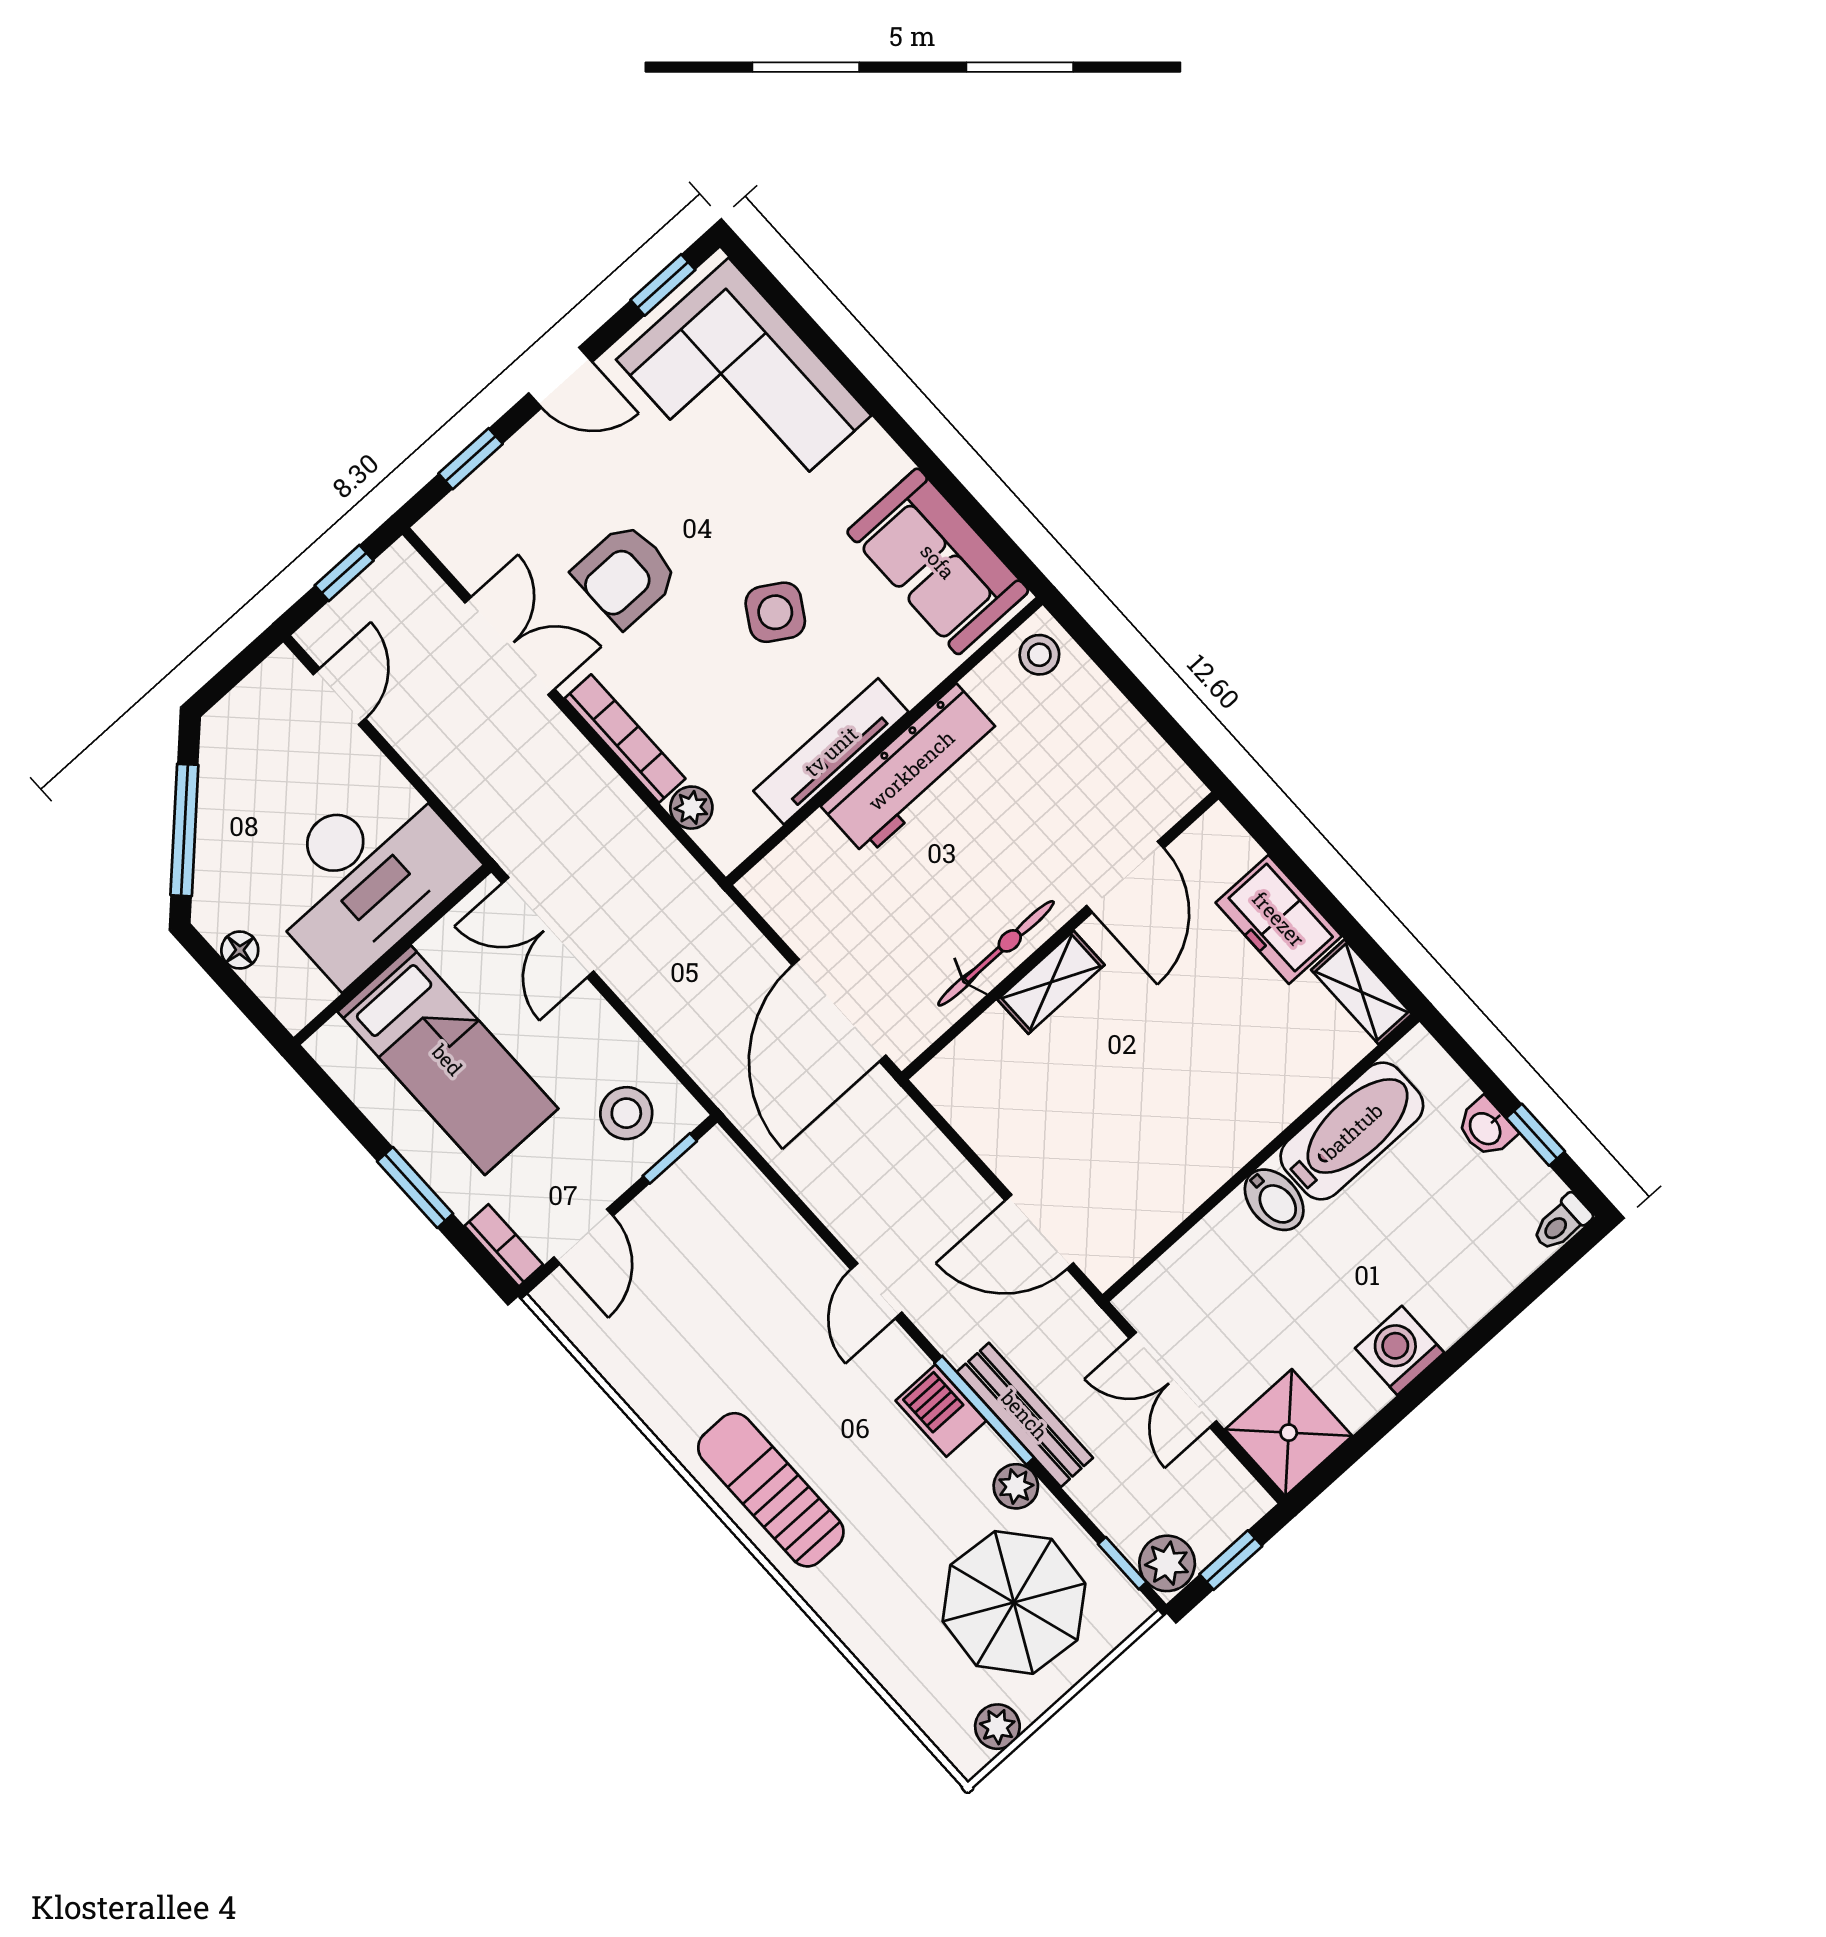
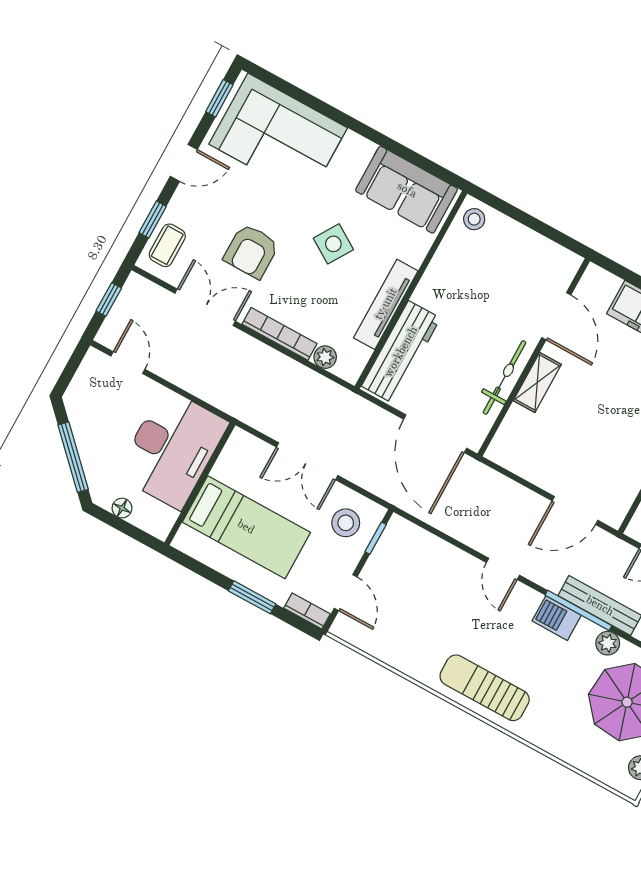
coffee table: (481, 513) -> (167, 245), added
workbench: (911, 770) -> (401, 352), moved
double door: (548, 927) -> (307, 461), moved

